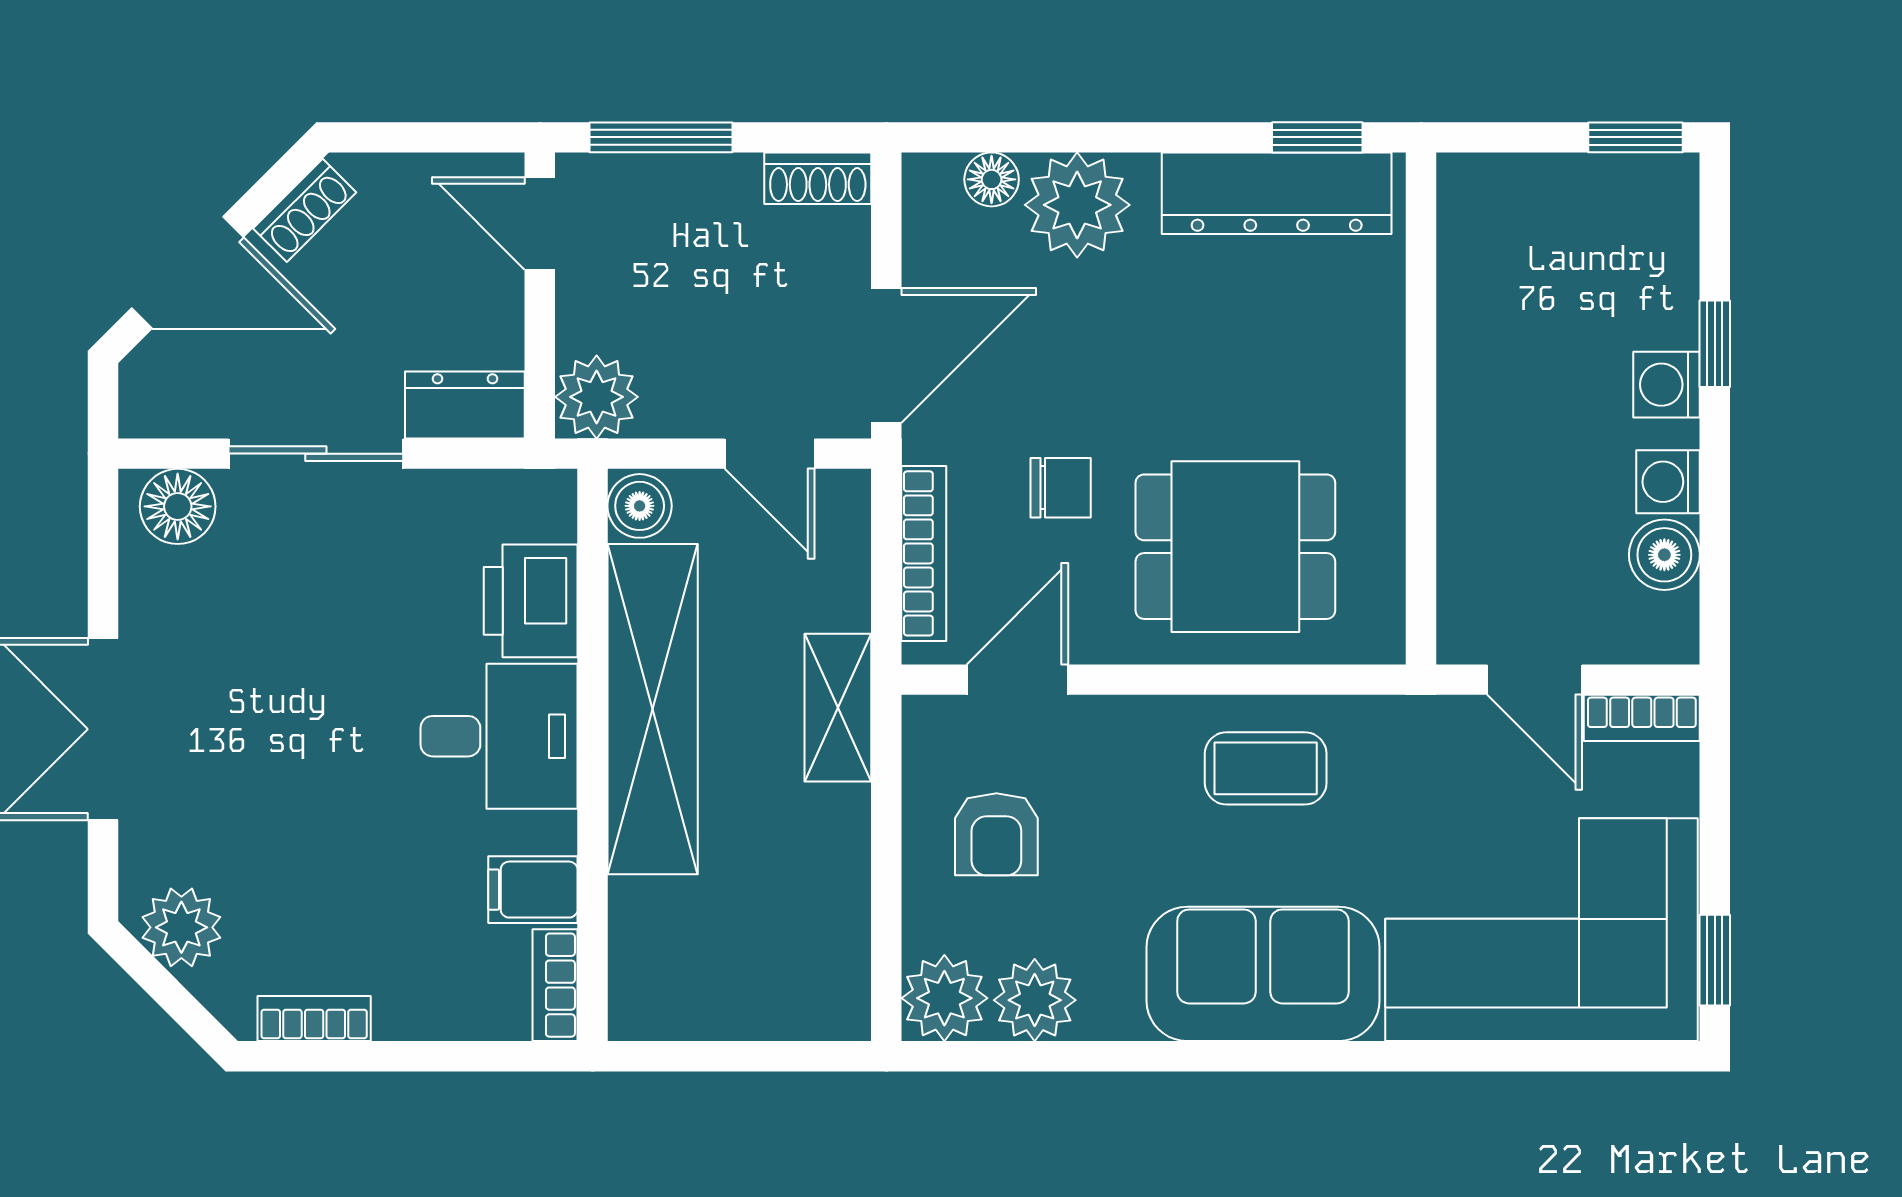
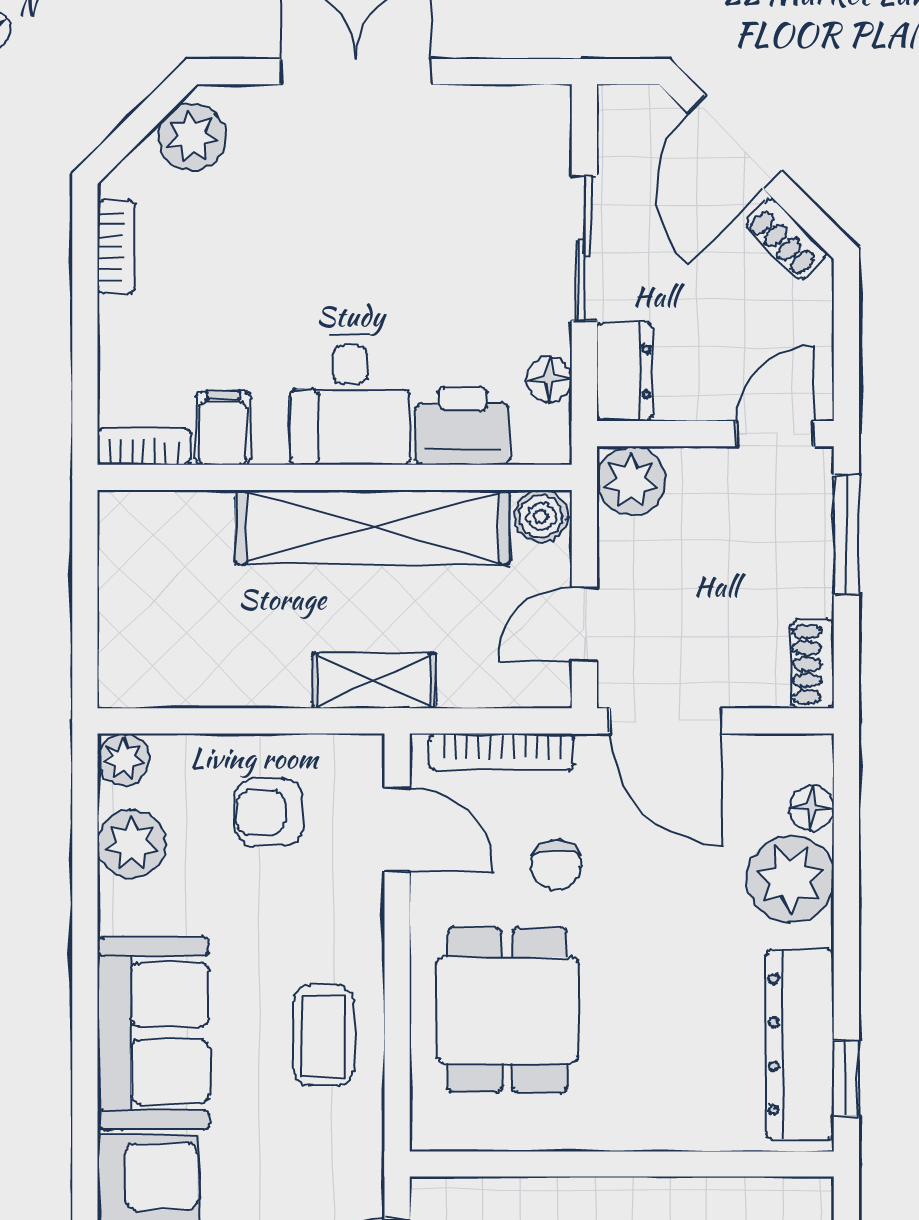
floor lamp: (178, 506) -> (549, 379), moved, width x0.73, depth x0.73
plant: (944, 998) -> (123, 759), width x0.73, depth x0.73

